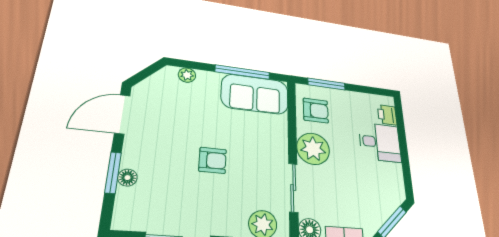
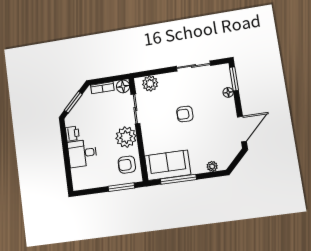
printer: (387, 115) -> (72, 134), moved
window: (113, 173) -> (234, 79), moved

